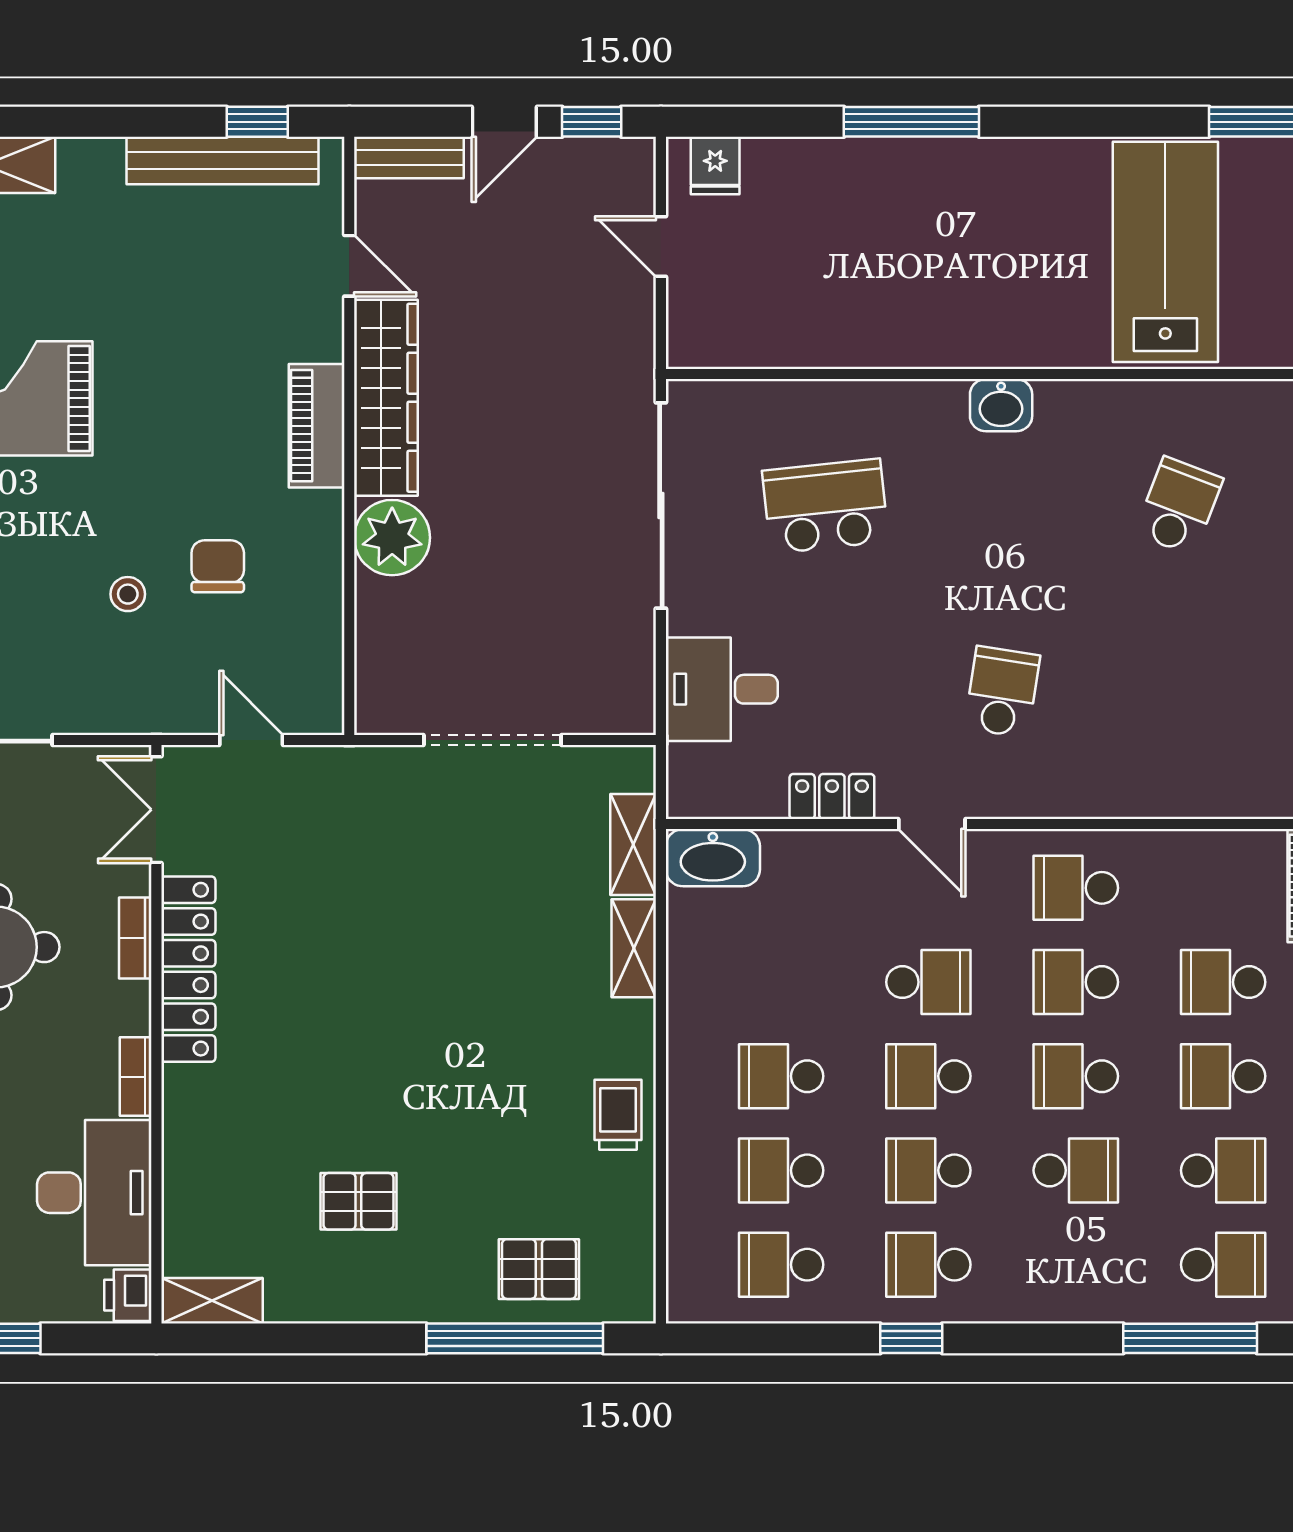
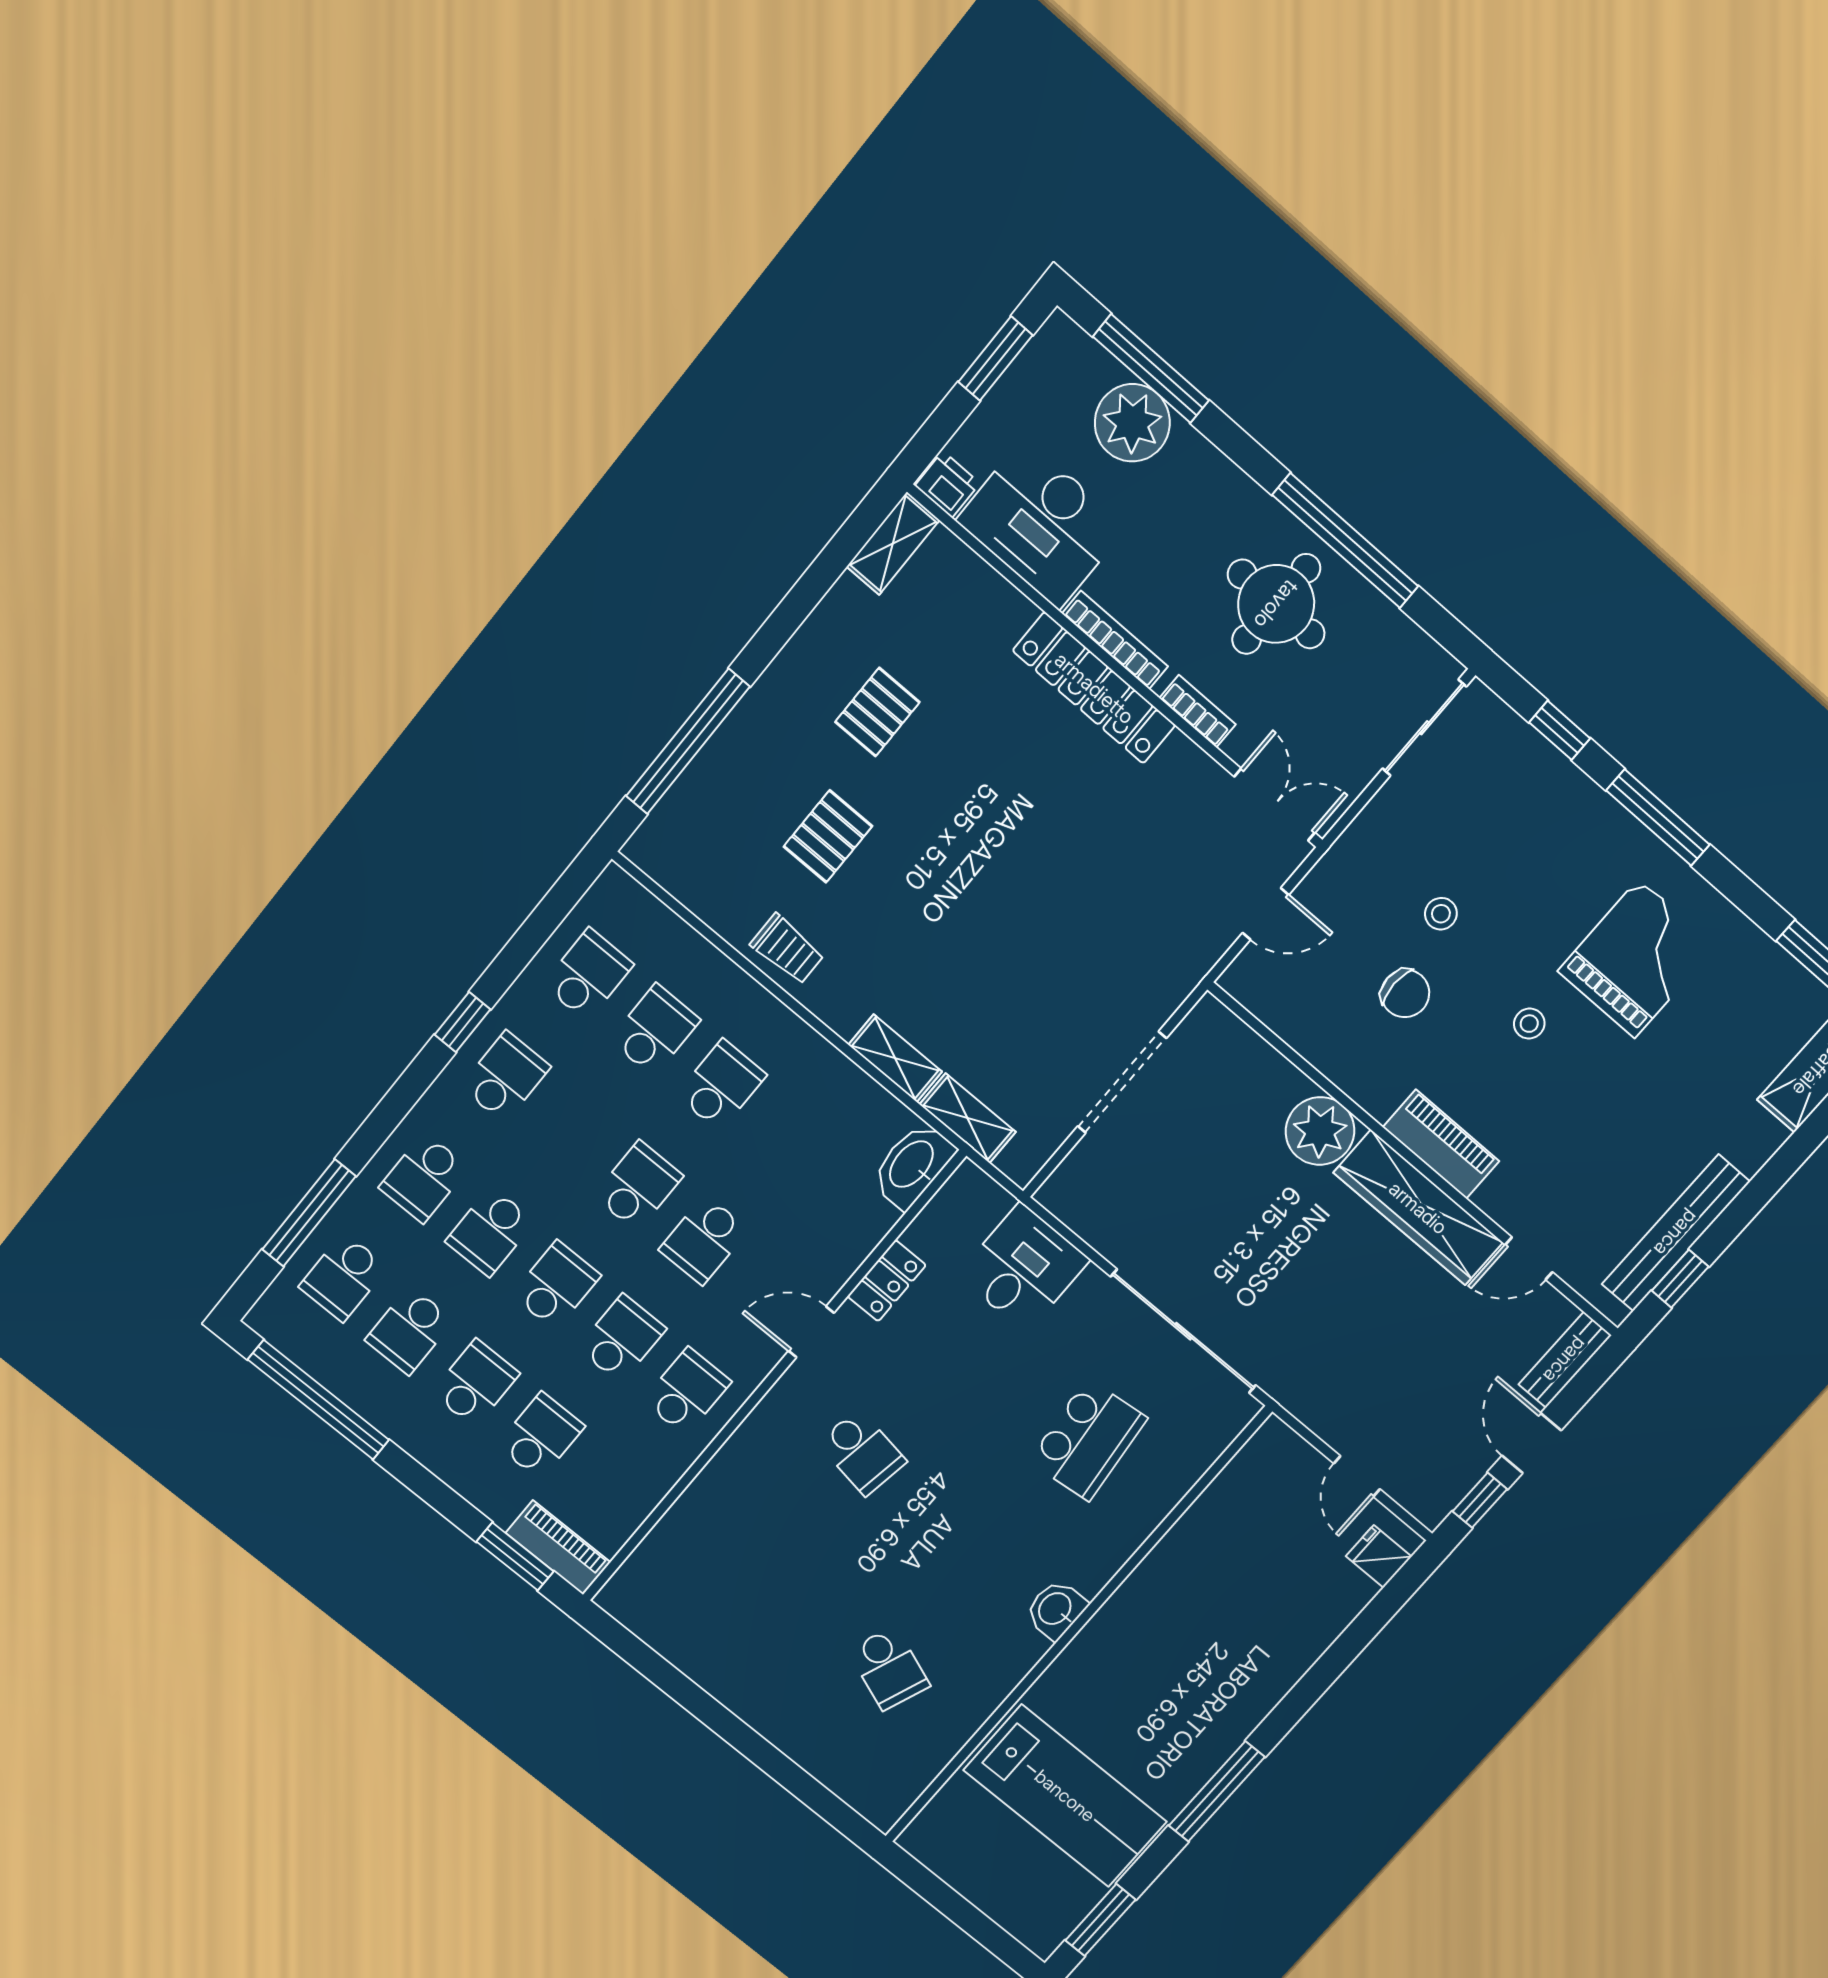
window: (911, 122) -> (1217, 1791), moved
door: (661, 246) -> (1357, 1476), swing flipped
stool: (155, 441) -> (1529, 1024), added
locker: (188, 969) -> (1094, 688), moved
bookcase: (136, 1077) -> (1115, 640), width x1.56
school desk: (928, 1170) -> (424, 1178), moved, turned 180
pallet: (539, 1269) -> (828, 836), moved

